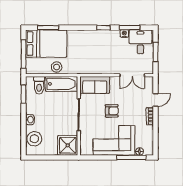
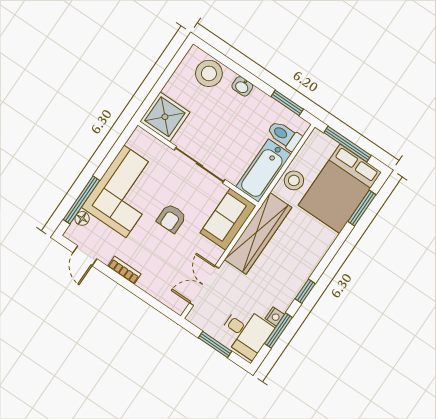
wardrobe: (92, 67) -> (258, 233), added
door: (156, 100) -> (85, 256), moved

